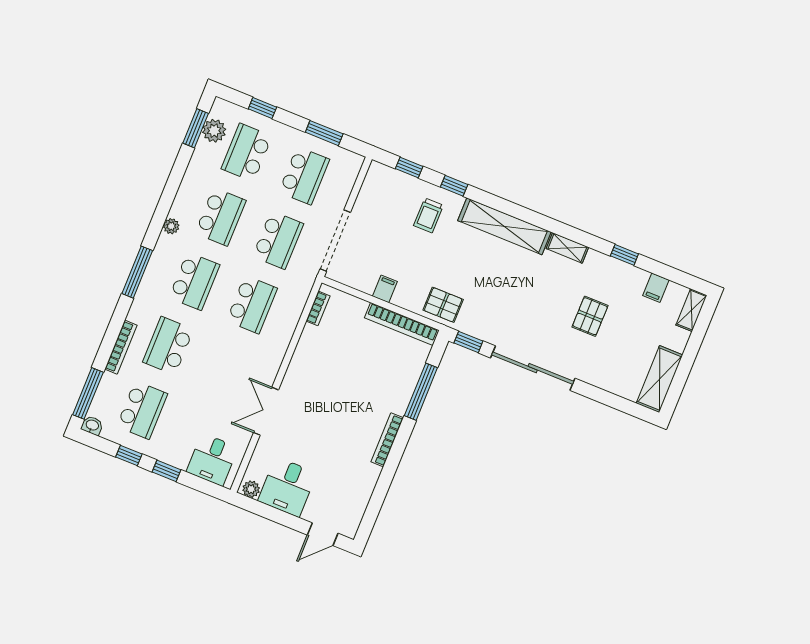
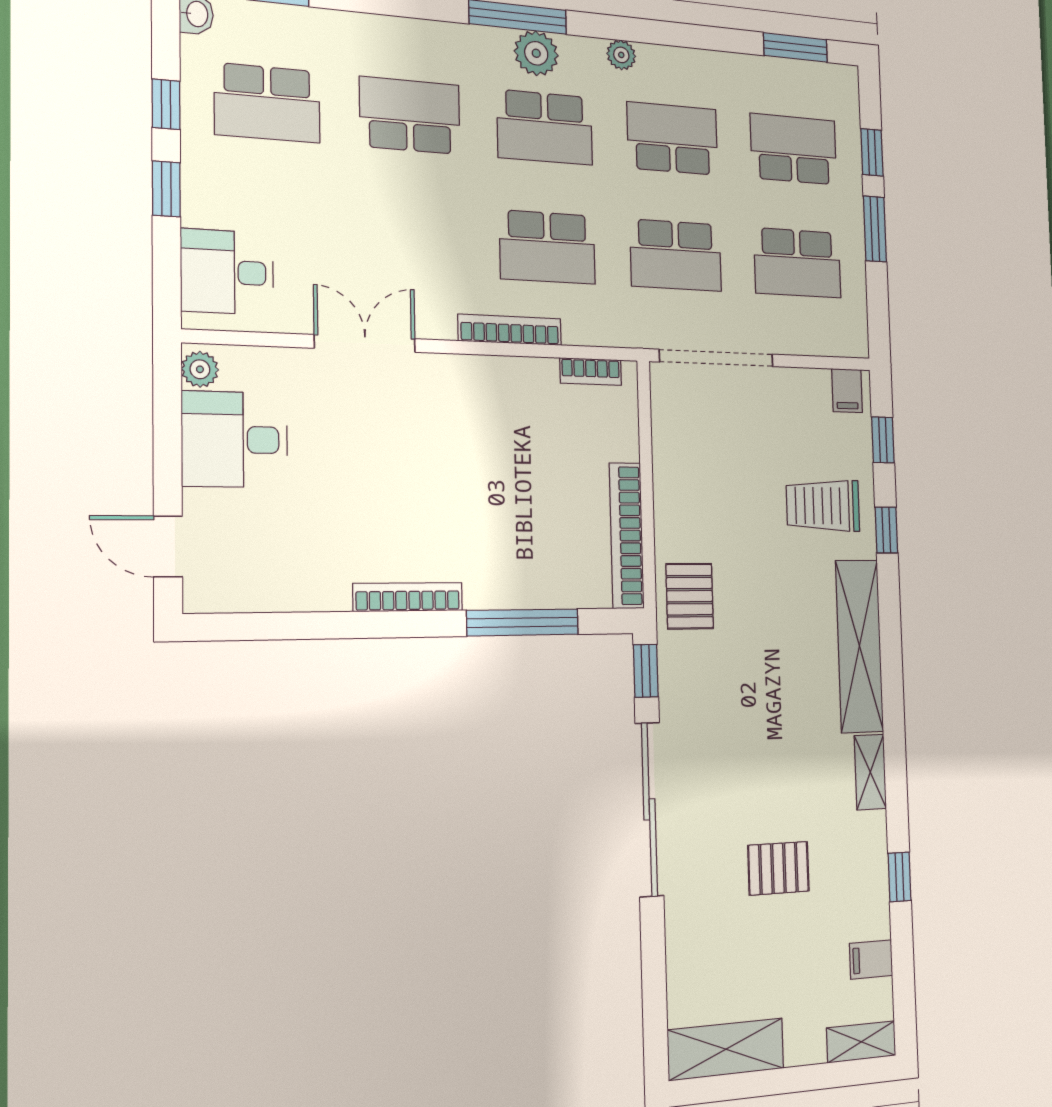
plant: (214, 131) -> (536, 53), moved
window: (324, 133) -> (875, 229), moved
trolley: (428, 215) -> (823, 506), width x1.36, depth x1.39
school desk: (221, 217) -> (673, 139), turned 180
filing cabinet: (385, 289) -> (847, 391), moved, turned 90
bookcase: (121, 347) -> (510, 330), moved, turned 180

